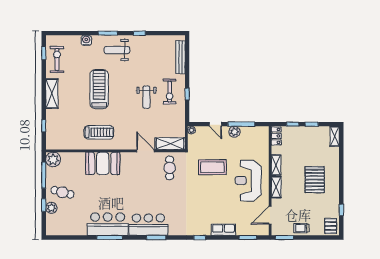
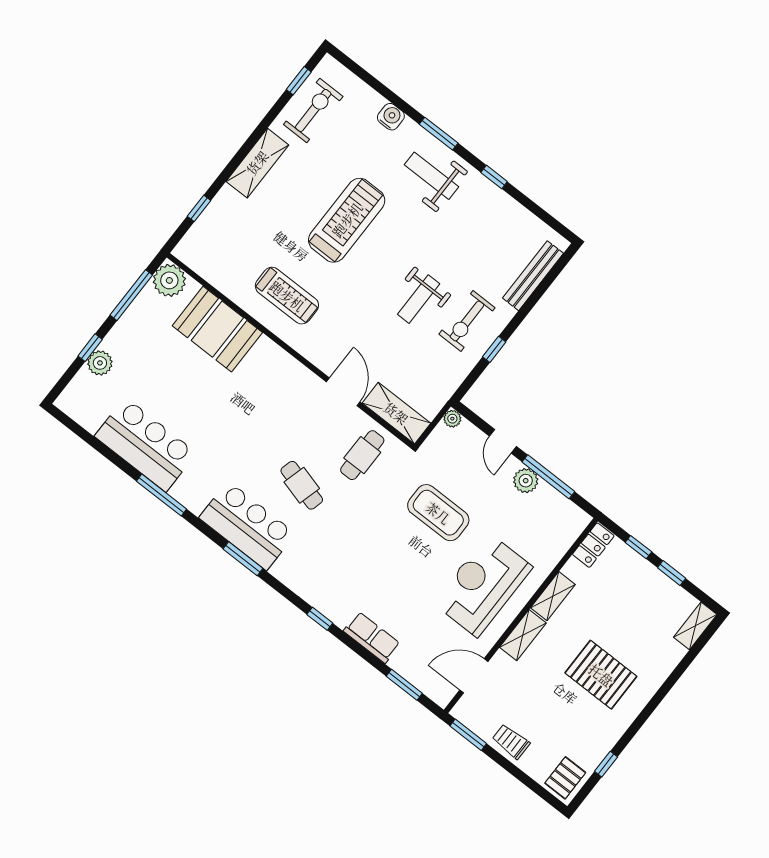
booth: (103, 163) -> (217, 329), moved
pallet: (315, 180) -> (601, 675), turned 90
cafe table: (62, 192) -> (302, 485), moved
bar counter: (108, 224) -> (146, 445), moved

